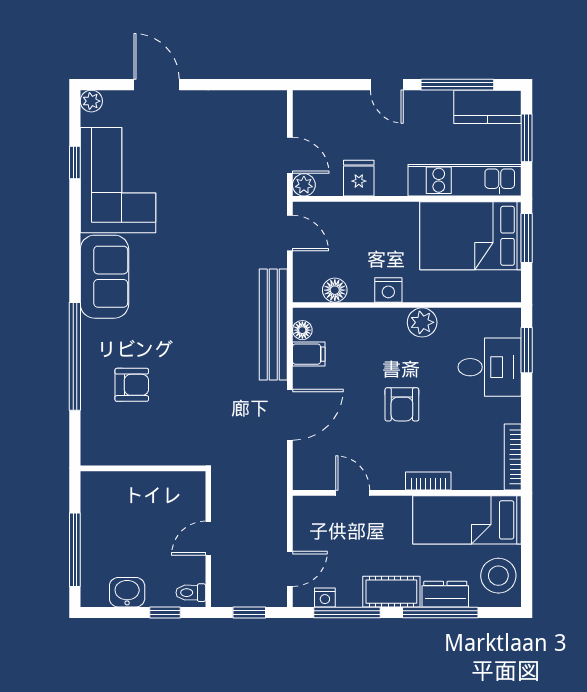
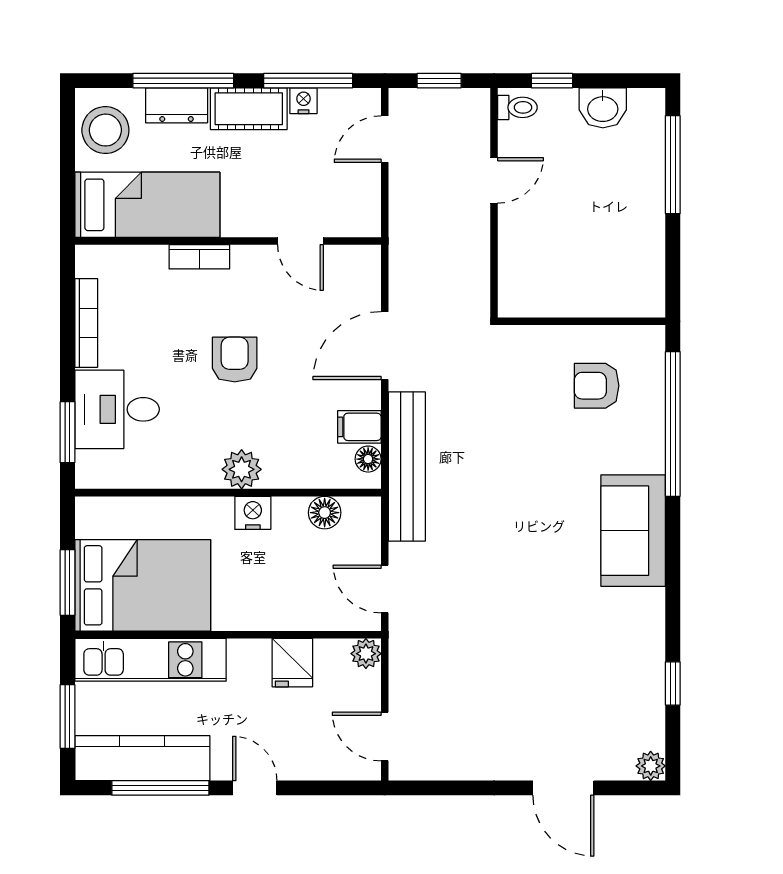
kitchen counter: (488, 107) -> (142, 758), width x1.50
door: (290, 155) -> (385, 737), moved
corner sofa: (118, 180) -> (615, 660), removed
plant: (422, 322) -> (242, 469), moved
bookcase: (513, 457) -> (86, 323), moved
wall: (143, 468) -> (582, 321), moved
nightstand: (325, 598) -> (304, 101), moved

